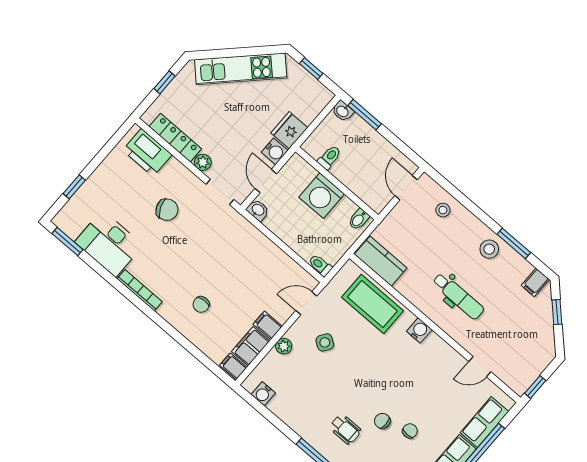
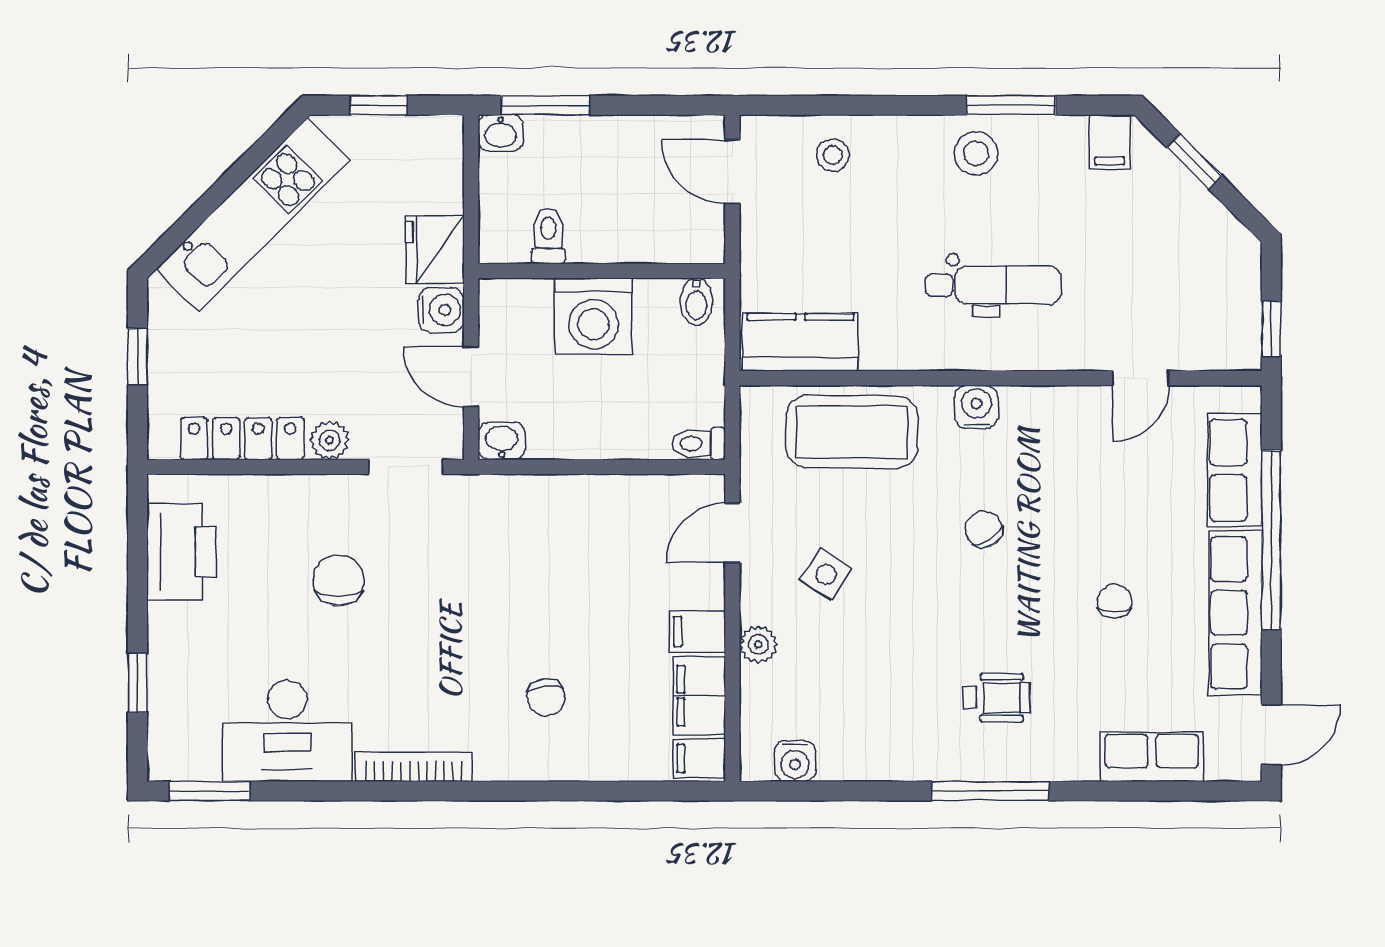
printer: (147, 152) -> (181, 552), moved, turned -90
chair: (167, 210) -> (339, 580), turned -68
chair: (382, 421) -> (984, 529), moved, turned 58

